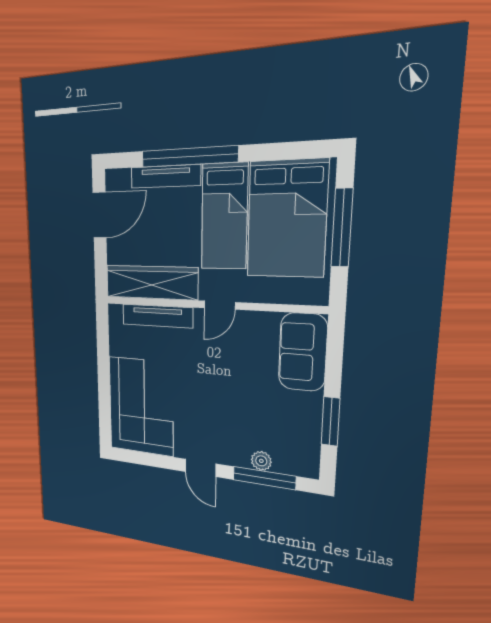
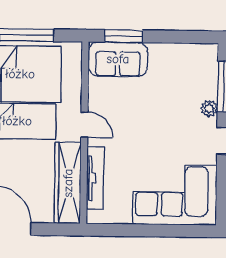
window: (331, 421) -> (124, 36), moved
plant: (261, 461) -> (209, 109), moved

